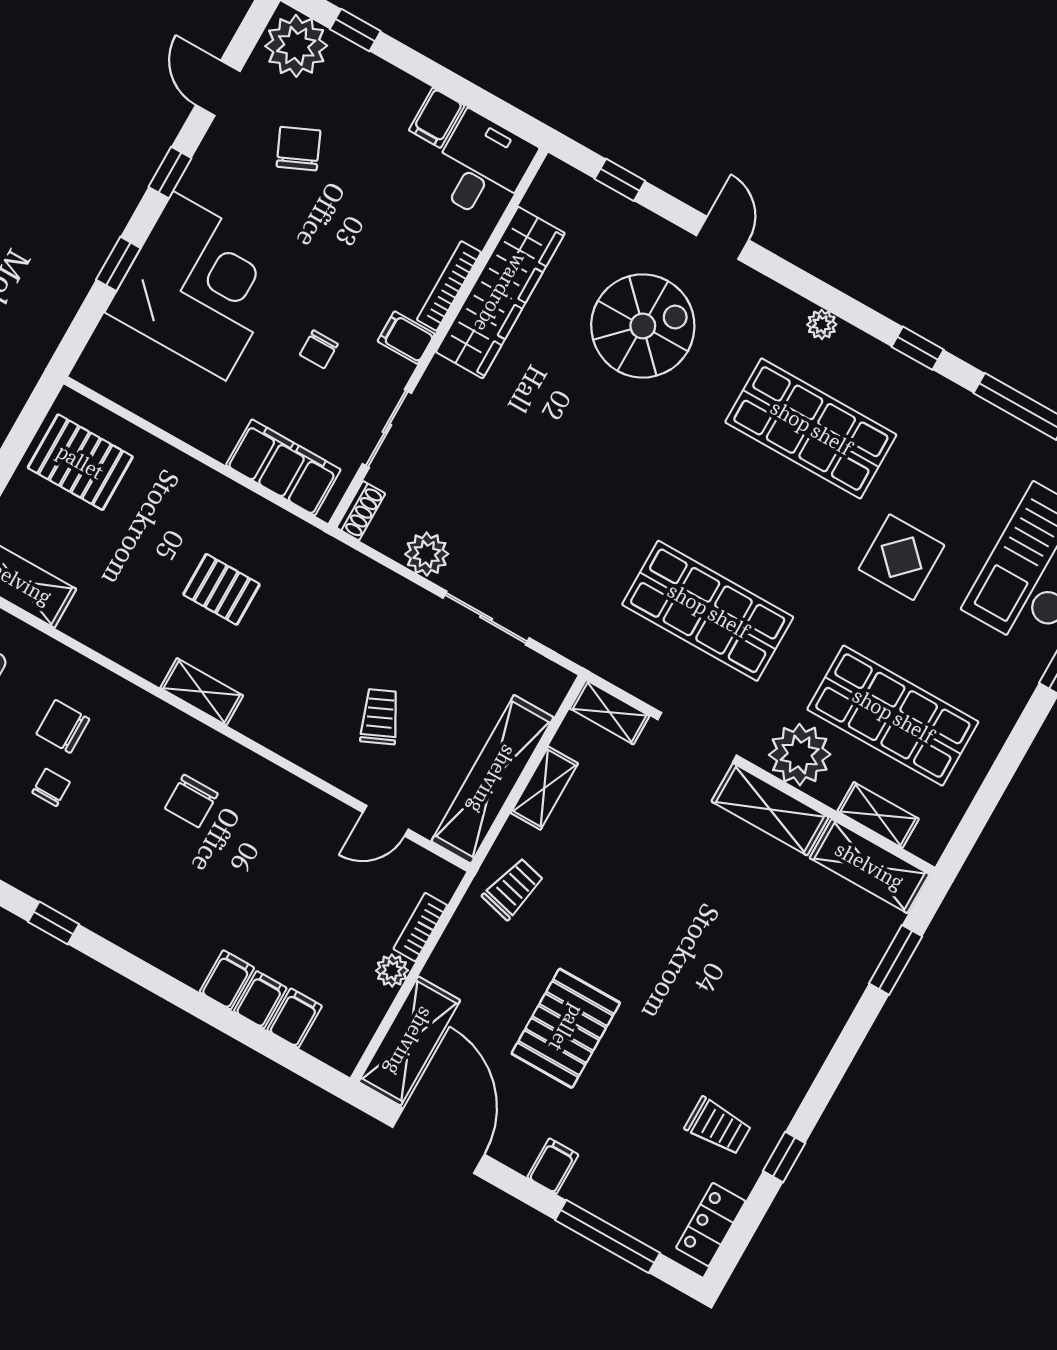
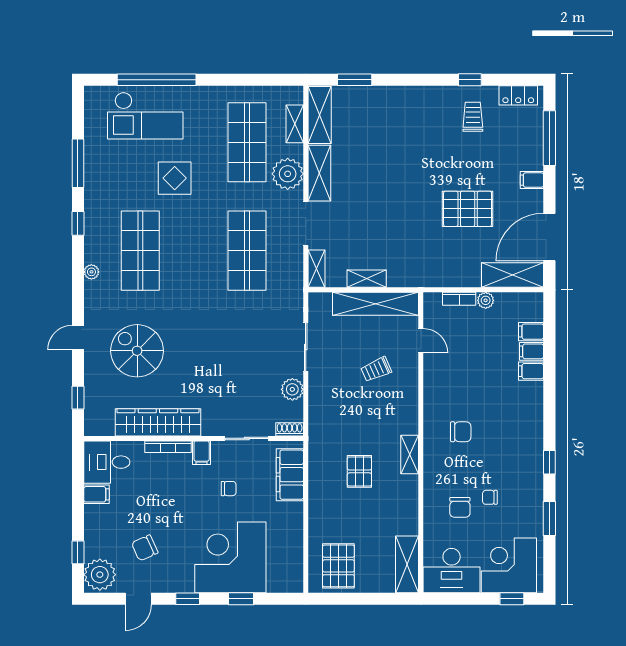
trolley: (513, 889) -> (419, 267), removed

